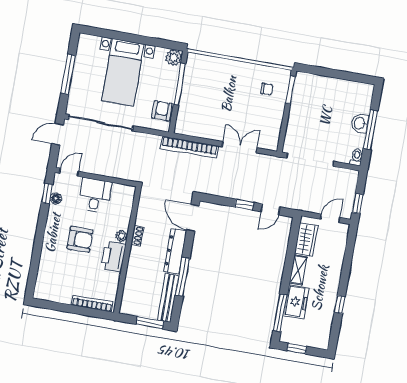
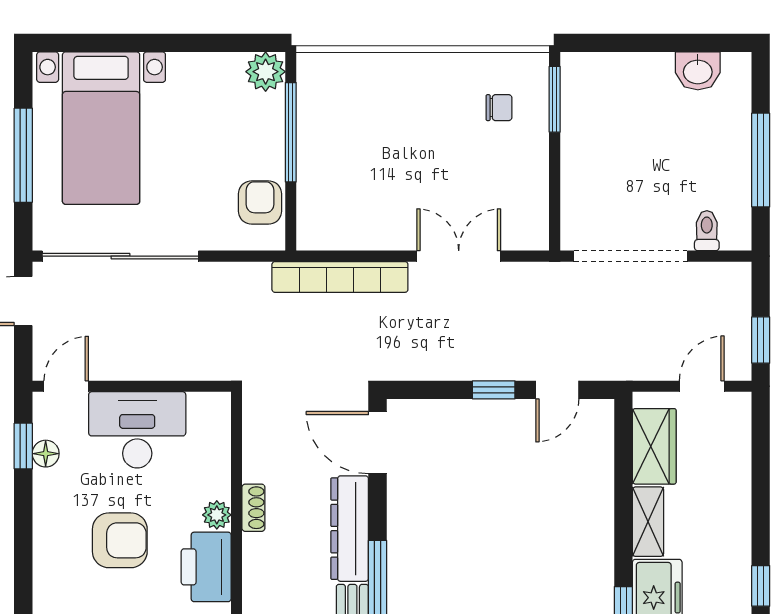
bed with nightstands: (123, 72) -> (101, 128), moved
washbasin: (360, 123) -> (698, 71), moved, turned -90
toilet: (357, 157) -> (707, 231), moved
desk: (95, 195) -> (137, 430), width x1.37

